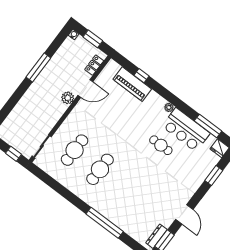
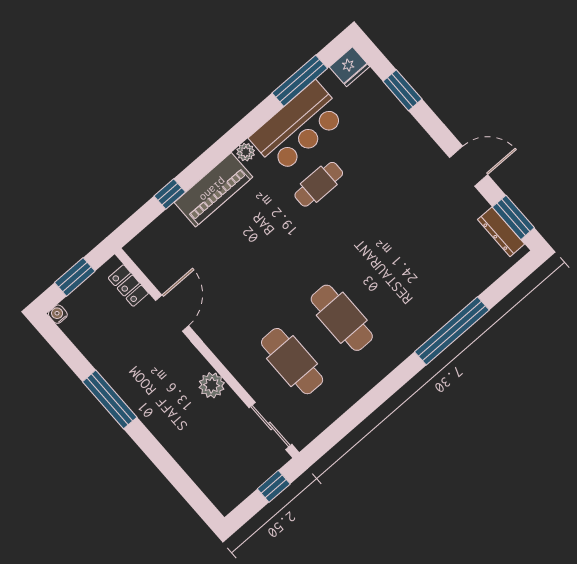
piano: (132, 84) -> (213, 190), moved
plant: (68, 98) -> (212, 385), moved

